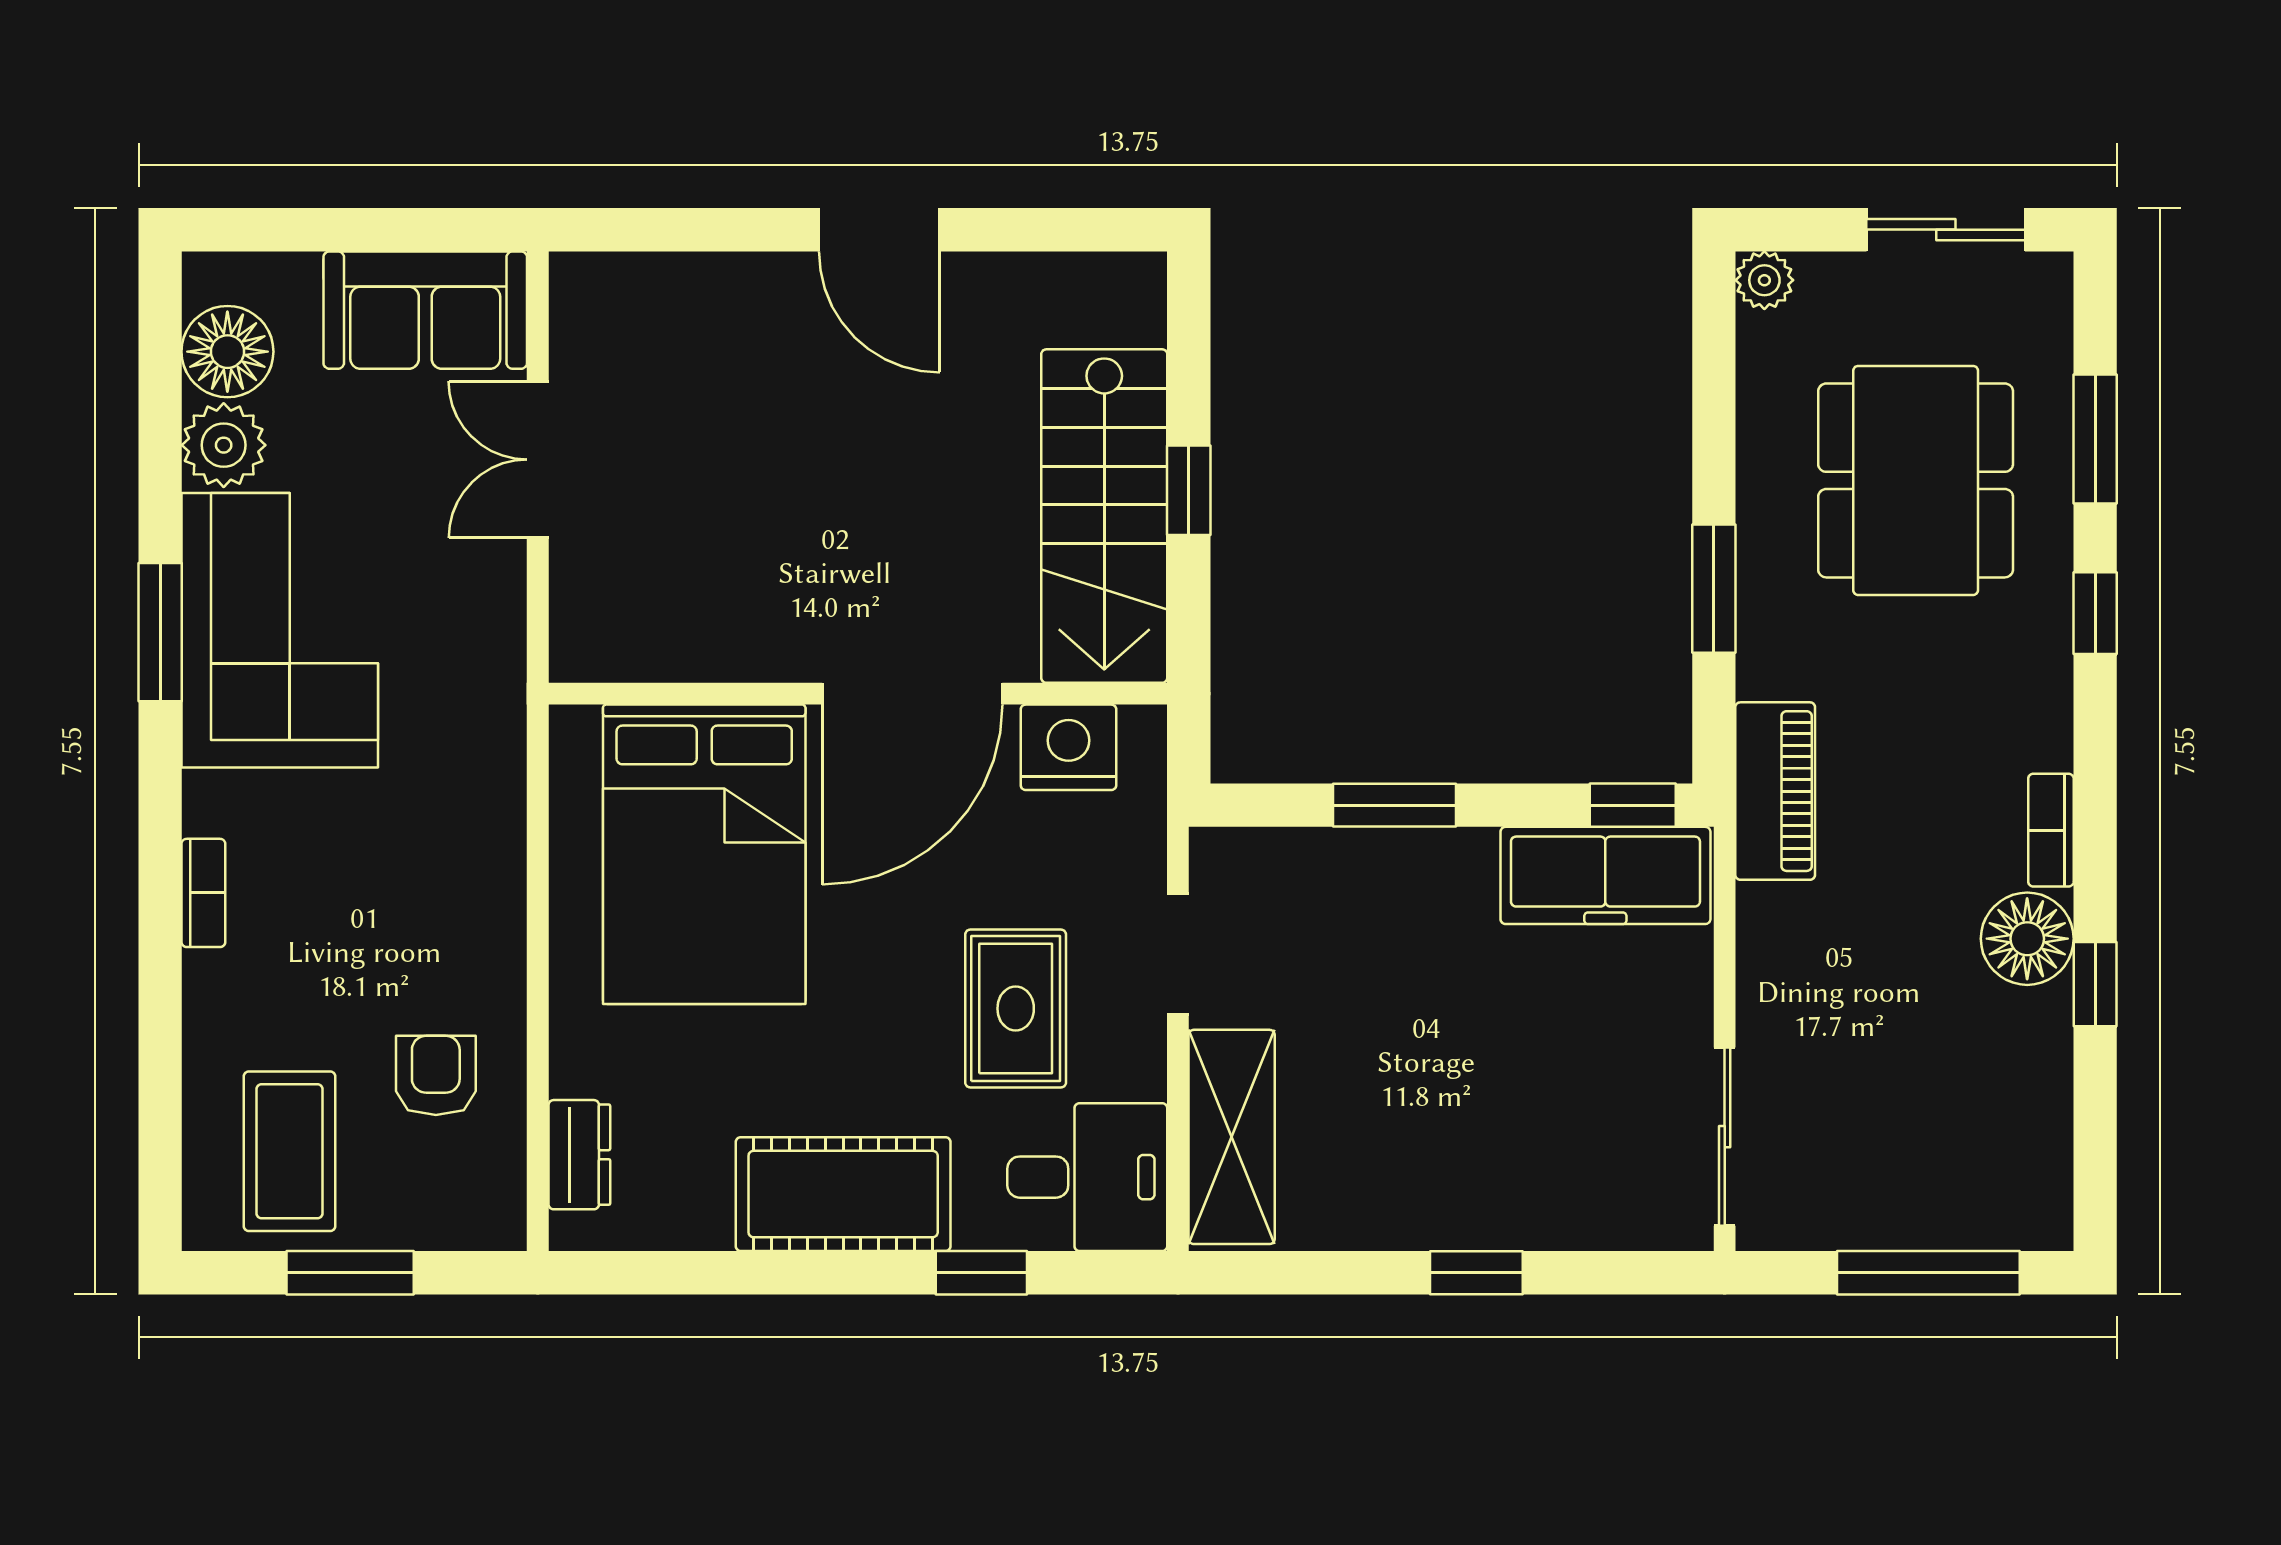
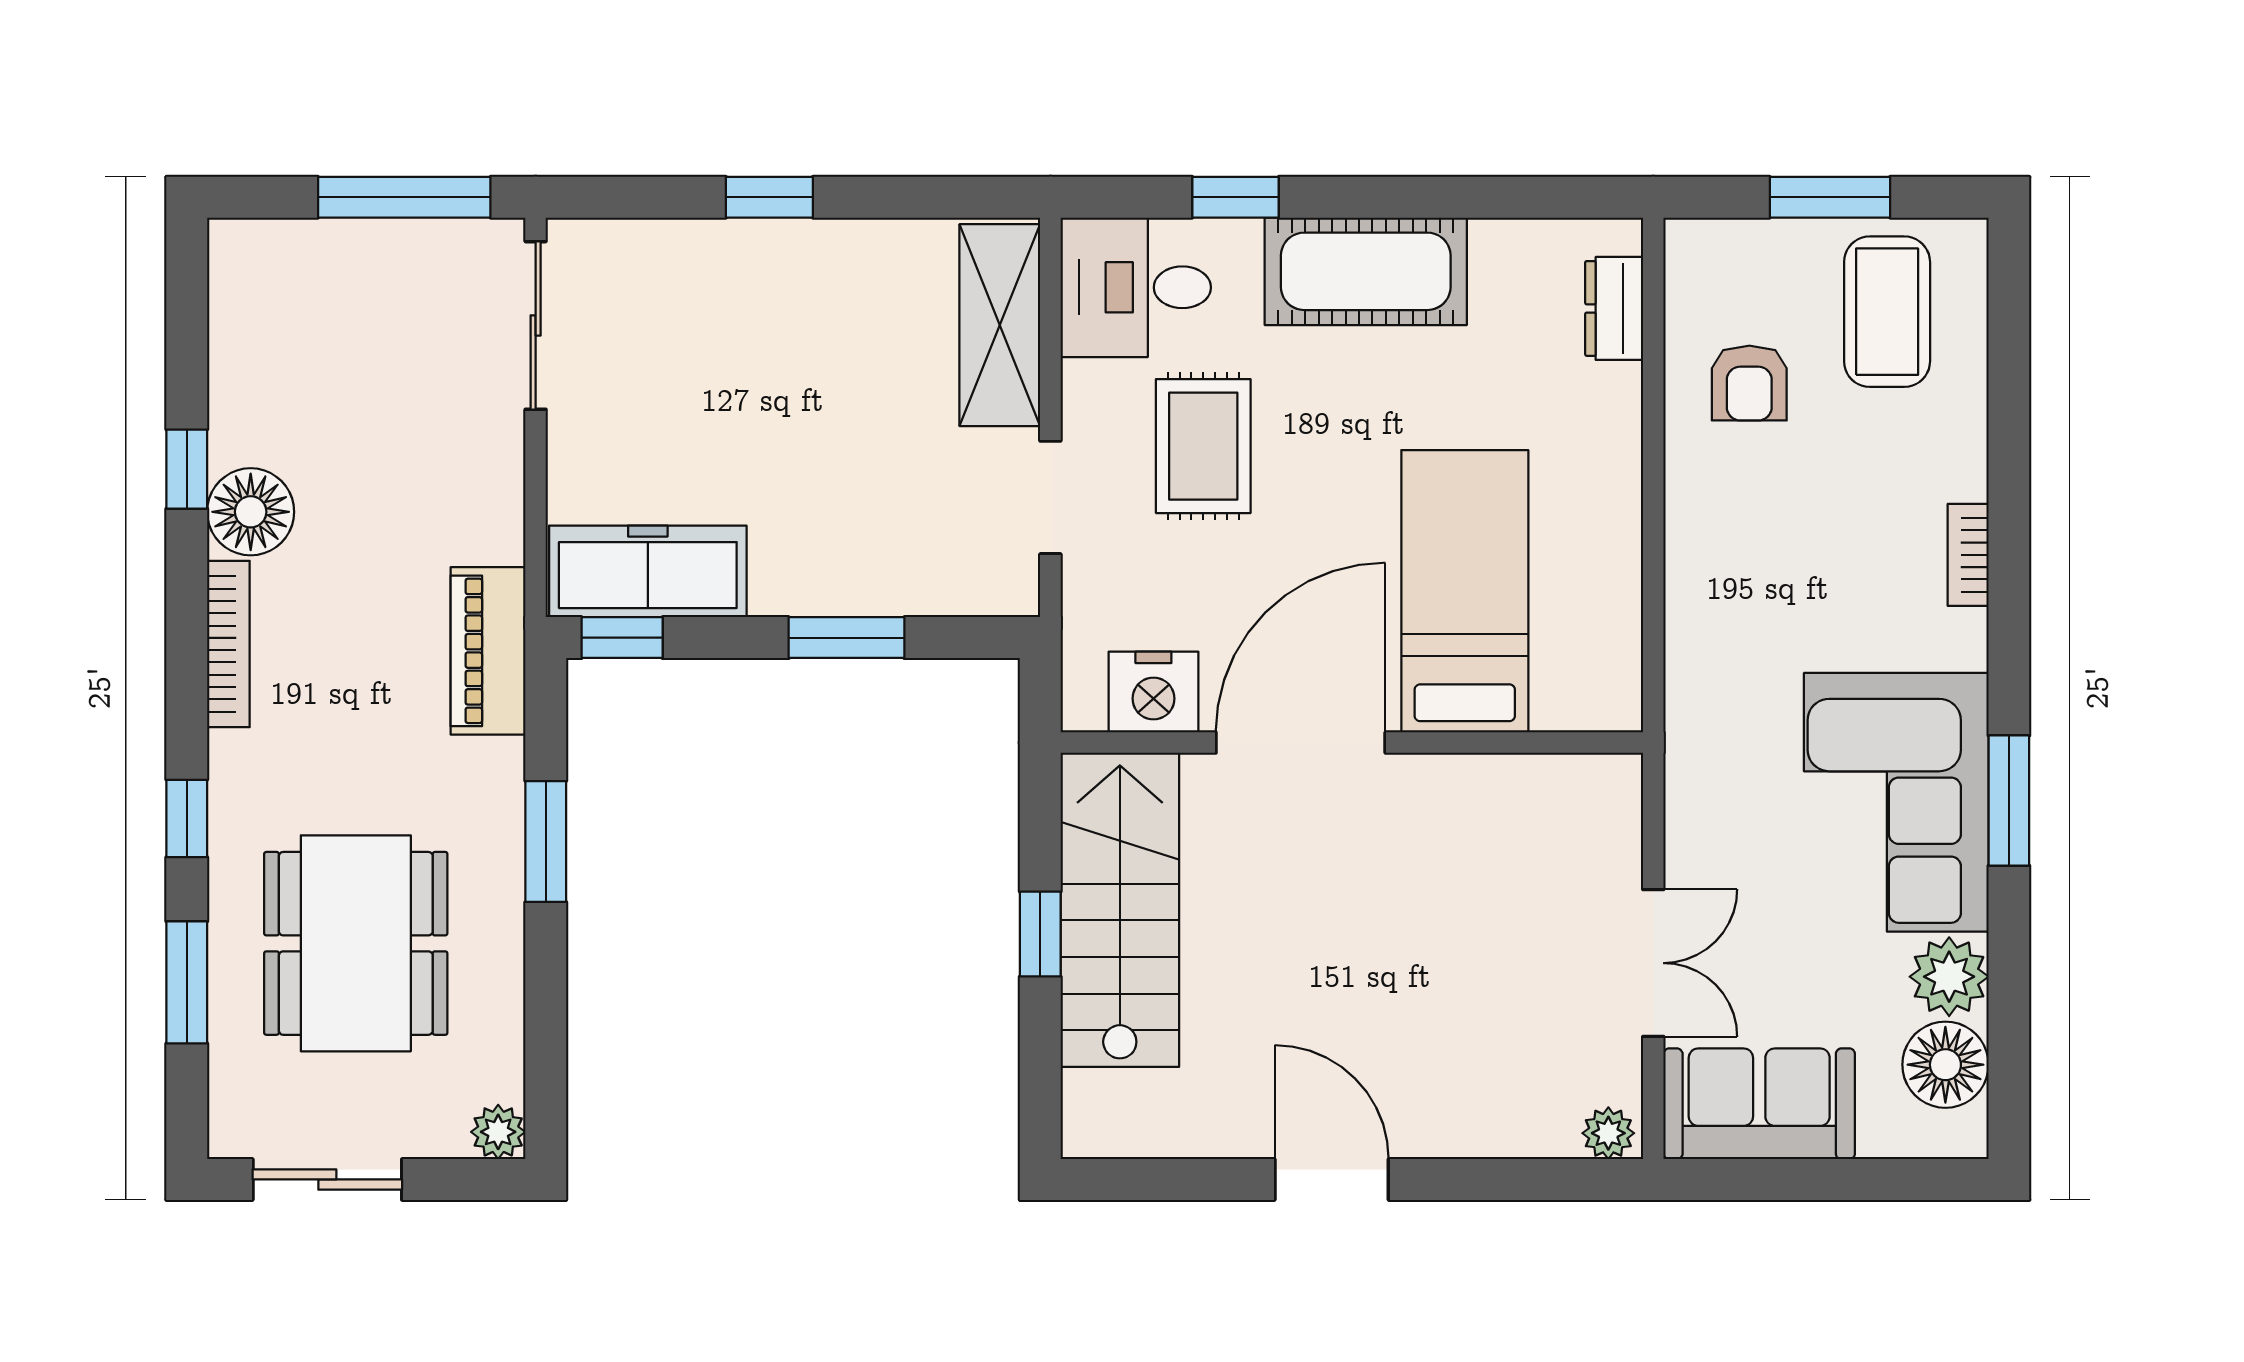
plant: (586, 279) -> (1608, 1133), added
bookcase: (2051, 830) -> (228, 644), width x1.56
bed: (704, 854) -> (1465, 591), width x0.67
window: (1928, 1273) -> (404, 197), moved

